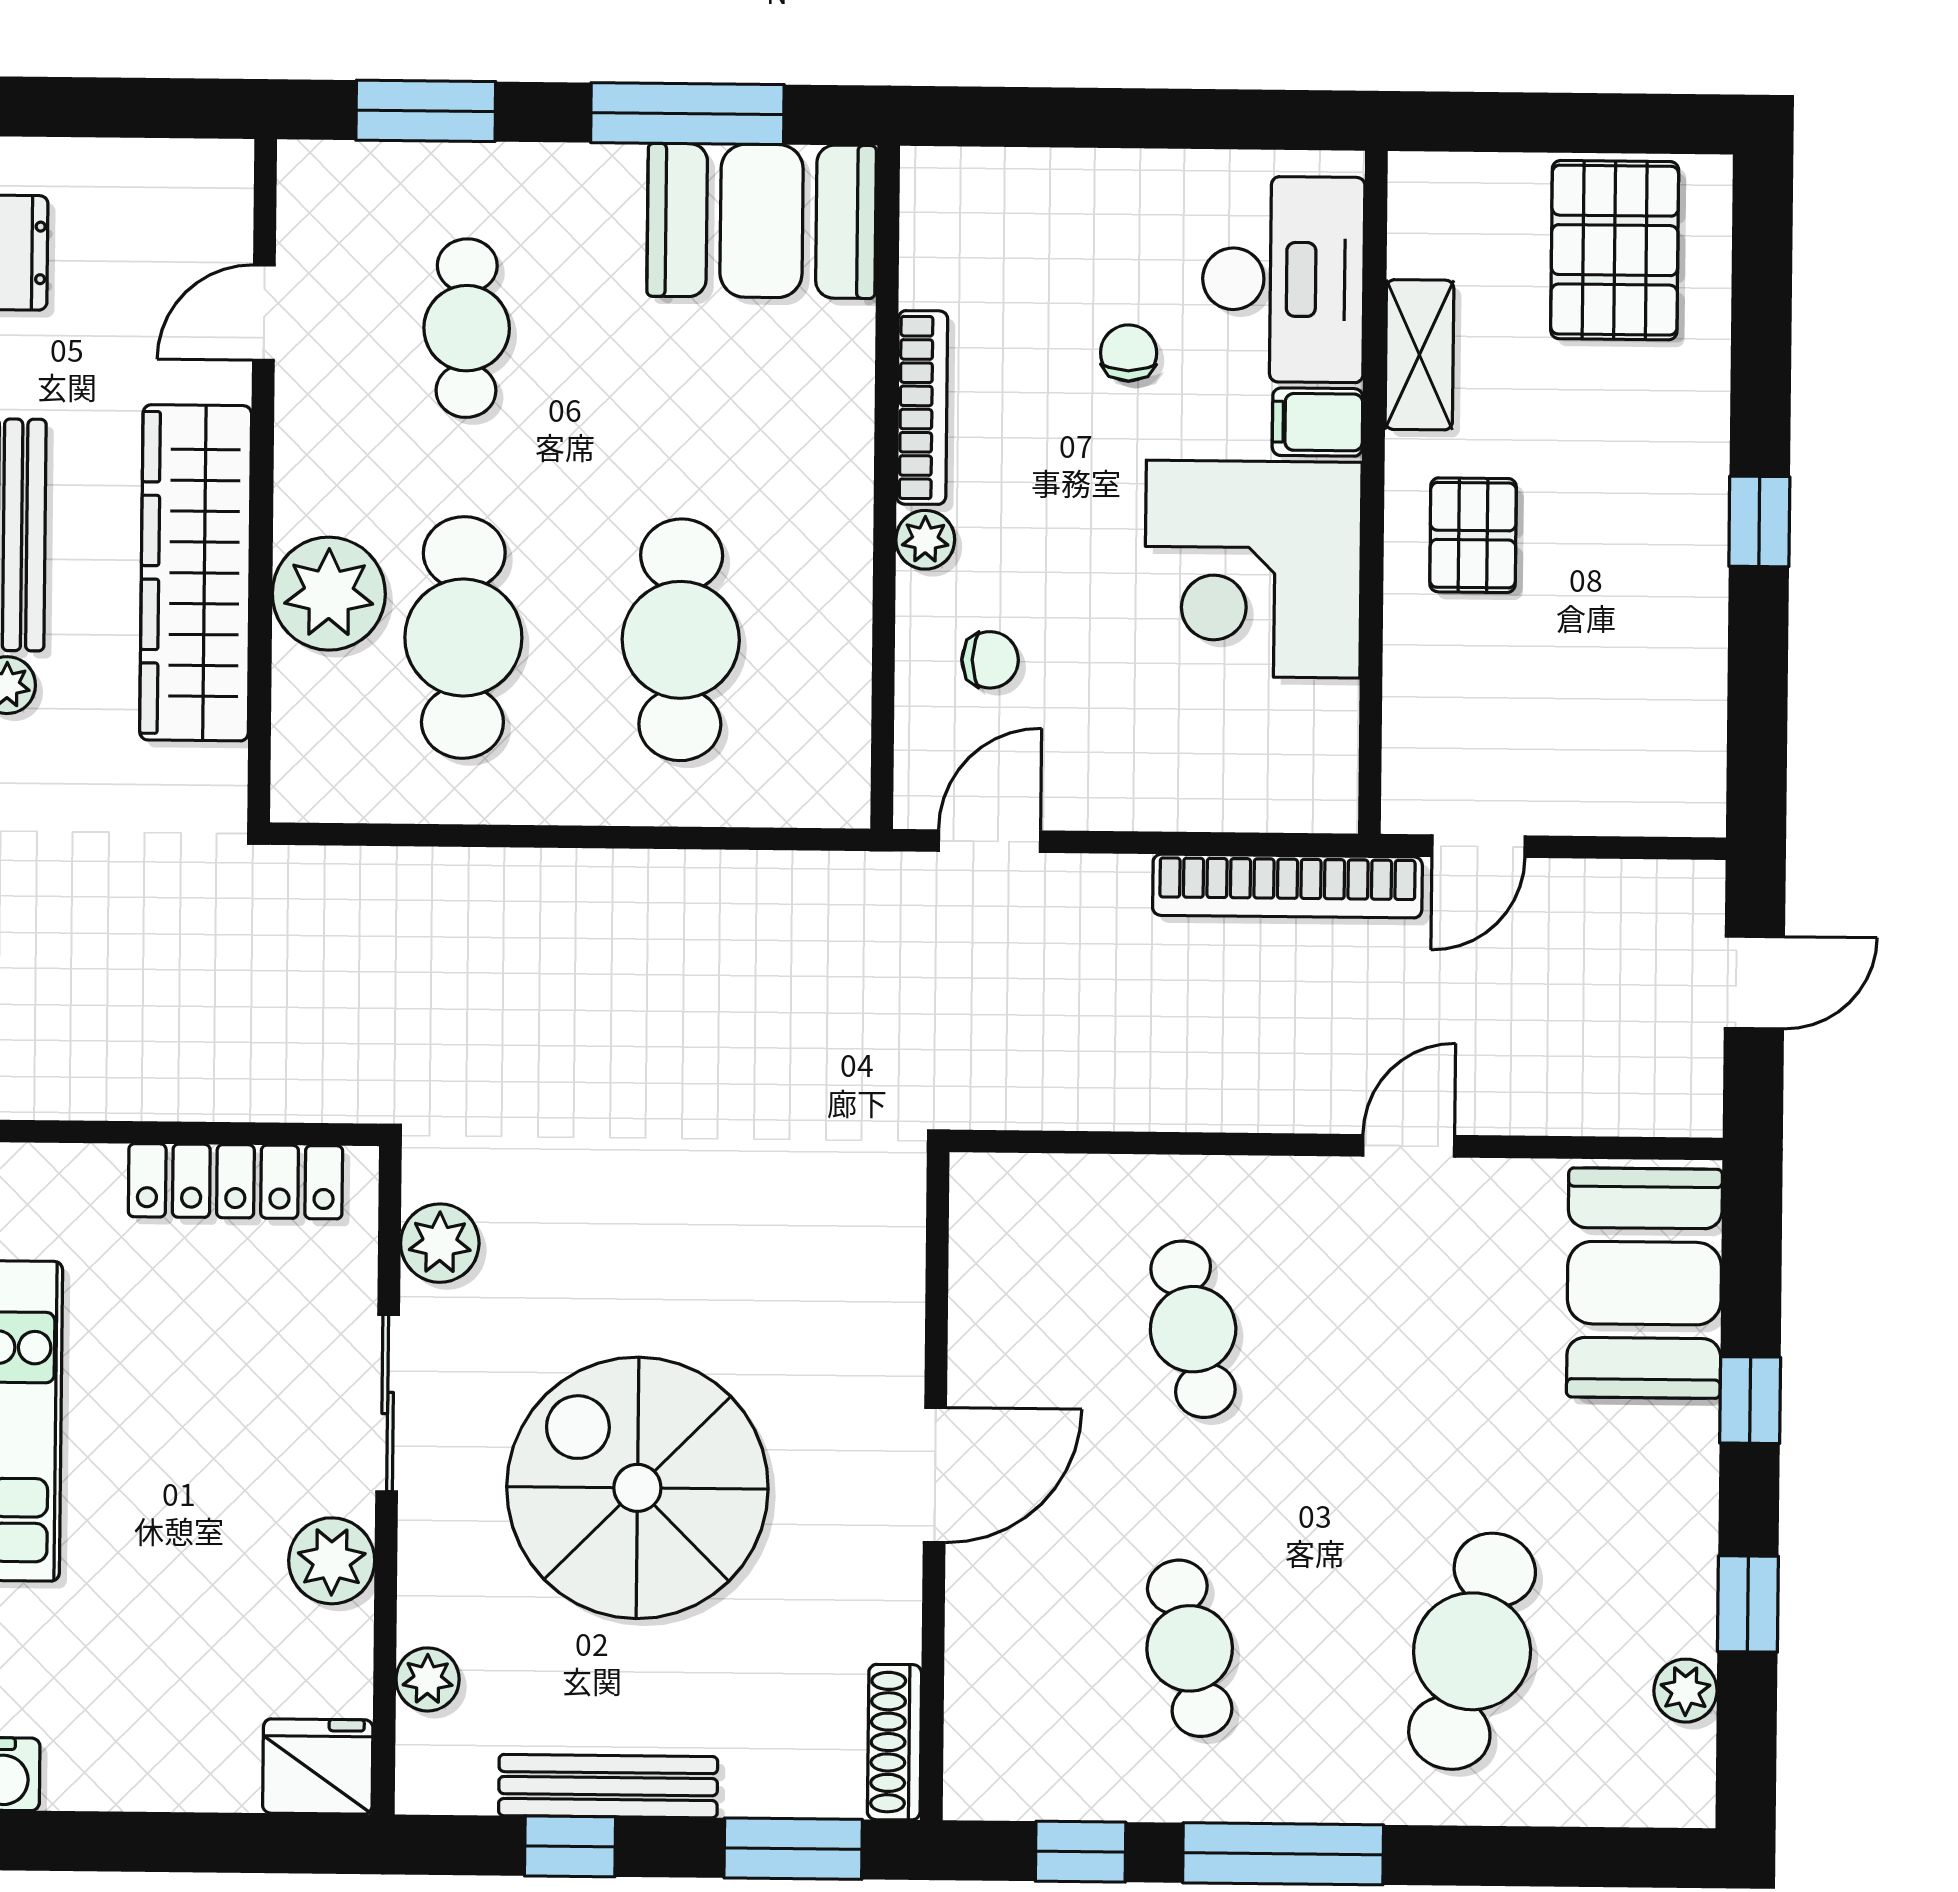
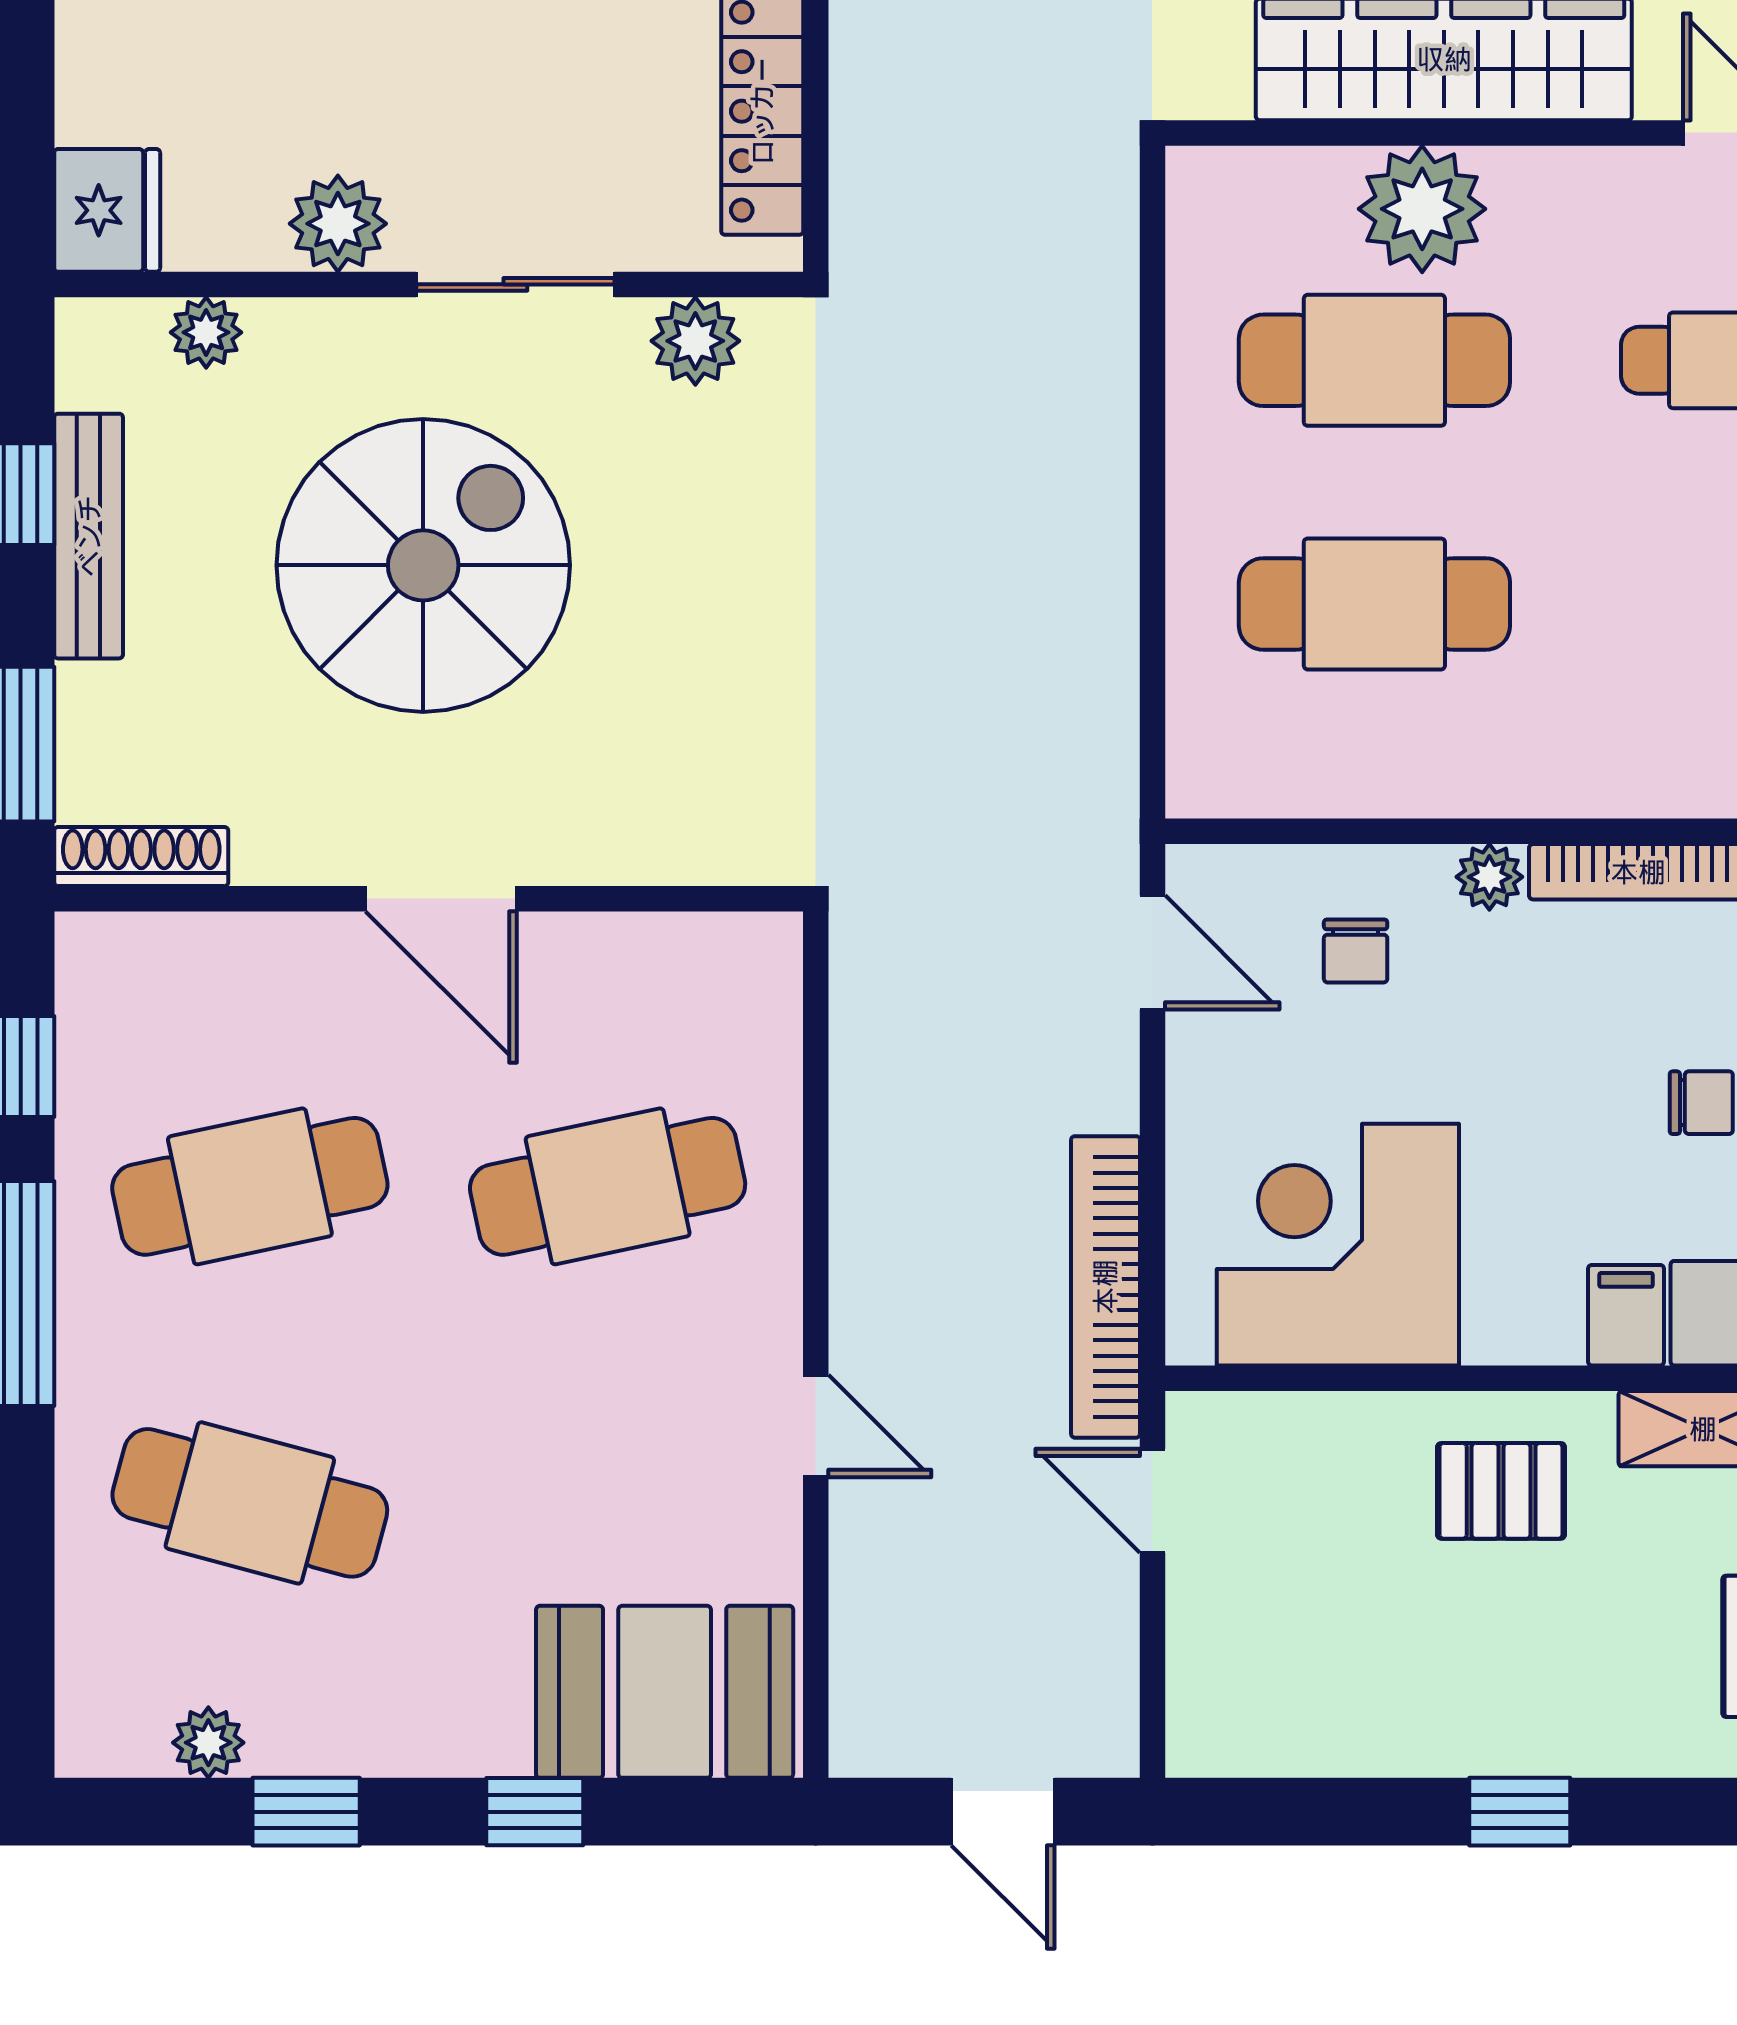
corner desk: (1253, 569) -> (1338, 1245), moved
cafe table: (1193, 1329) -> (608, 1186), width x1.37, depth x1.35
cafe table: (1190, 1648) -> (250, 1186), width x1.37, depth x1.35

